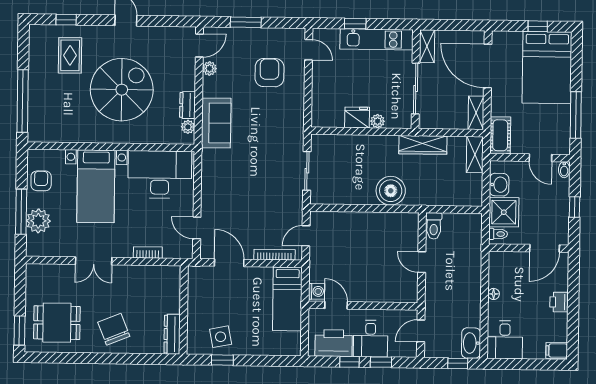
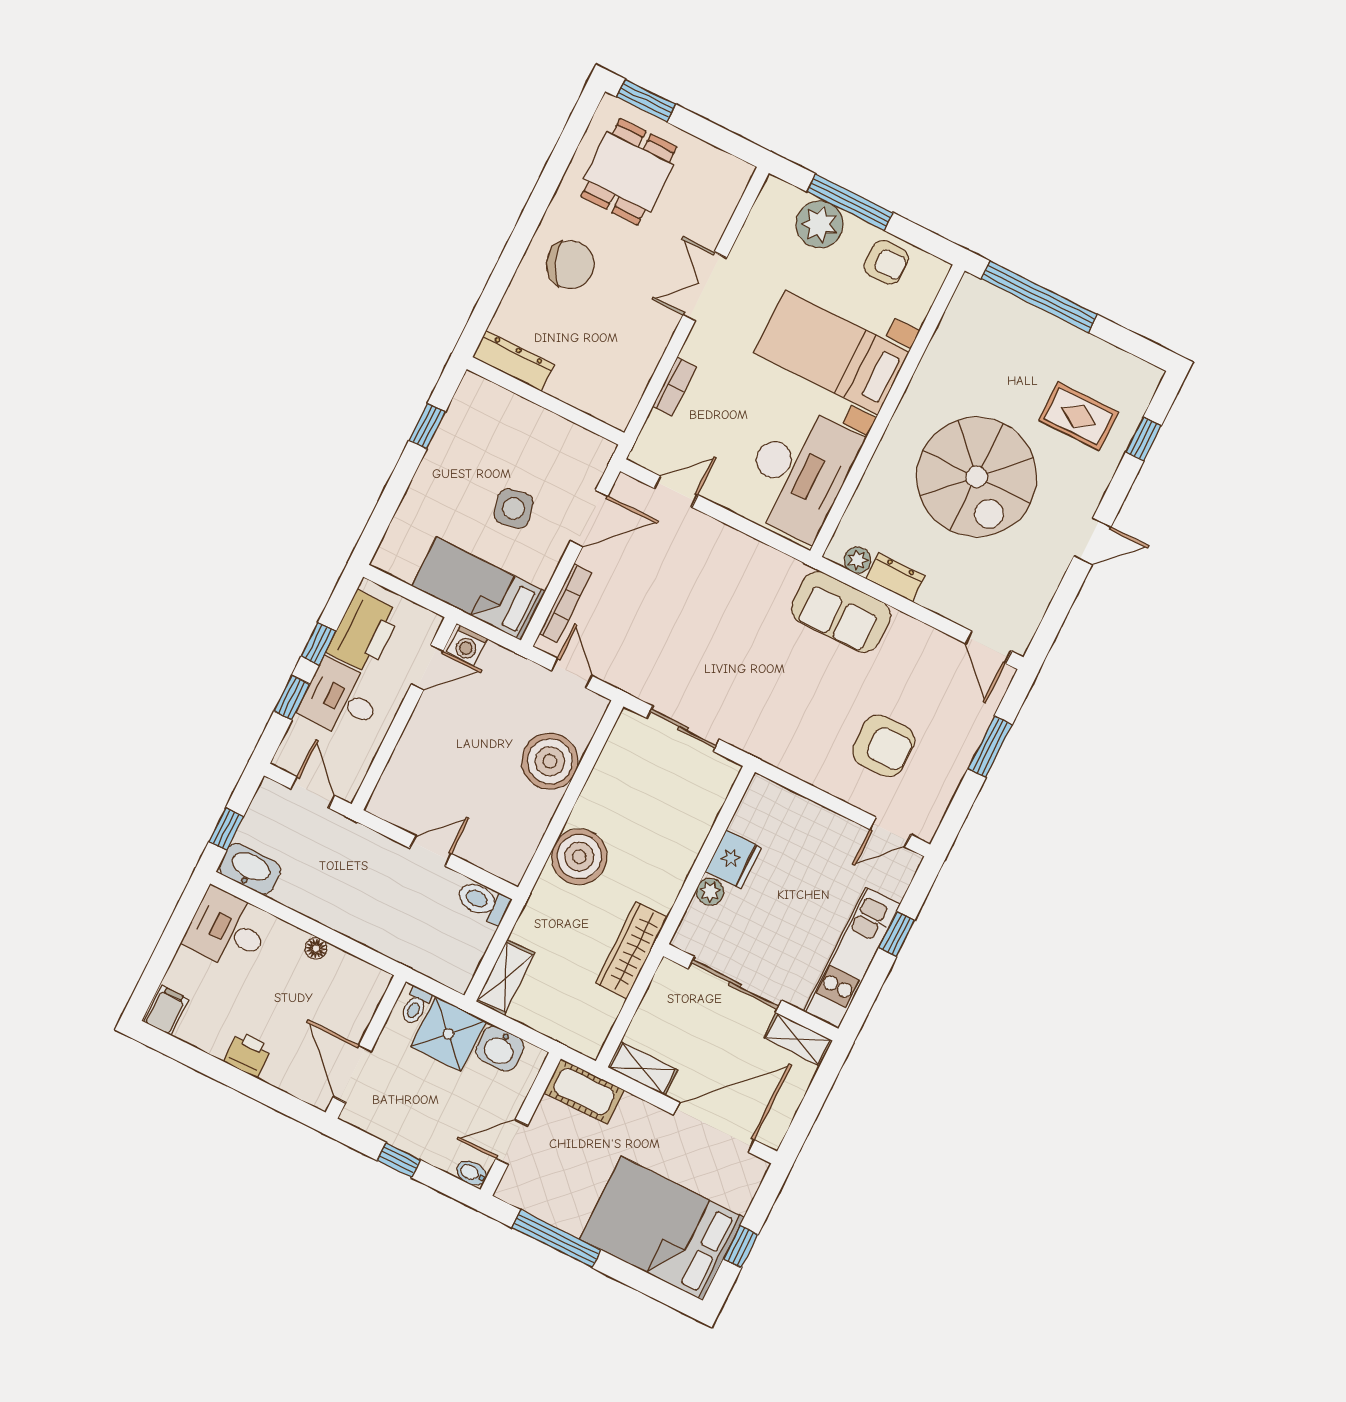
plant: (209, 68) -> (940, 646), removed
shelving: (475, 155) -> (506, 977), moved, turned 90
boiler: (352, 226) -> (550, 761), added
side table: (221, 337) -> (514, 508), moved

